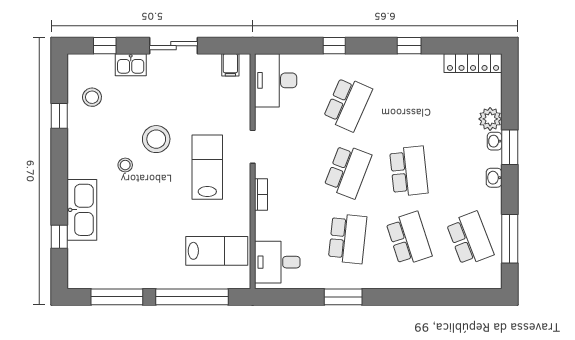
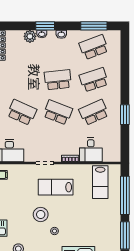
school desk: (348, 239) -> (94, 112), turned -30
lab bench: (217, 251) -> (100, 182), turned 180
desk: (277, 262) -> (91, 150), moved

